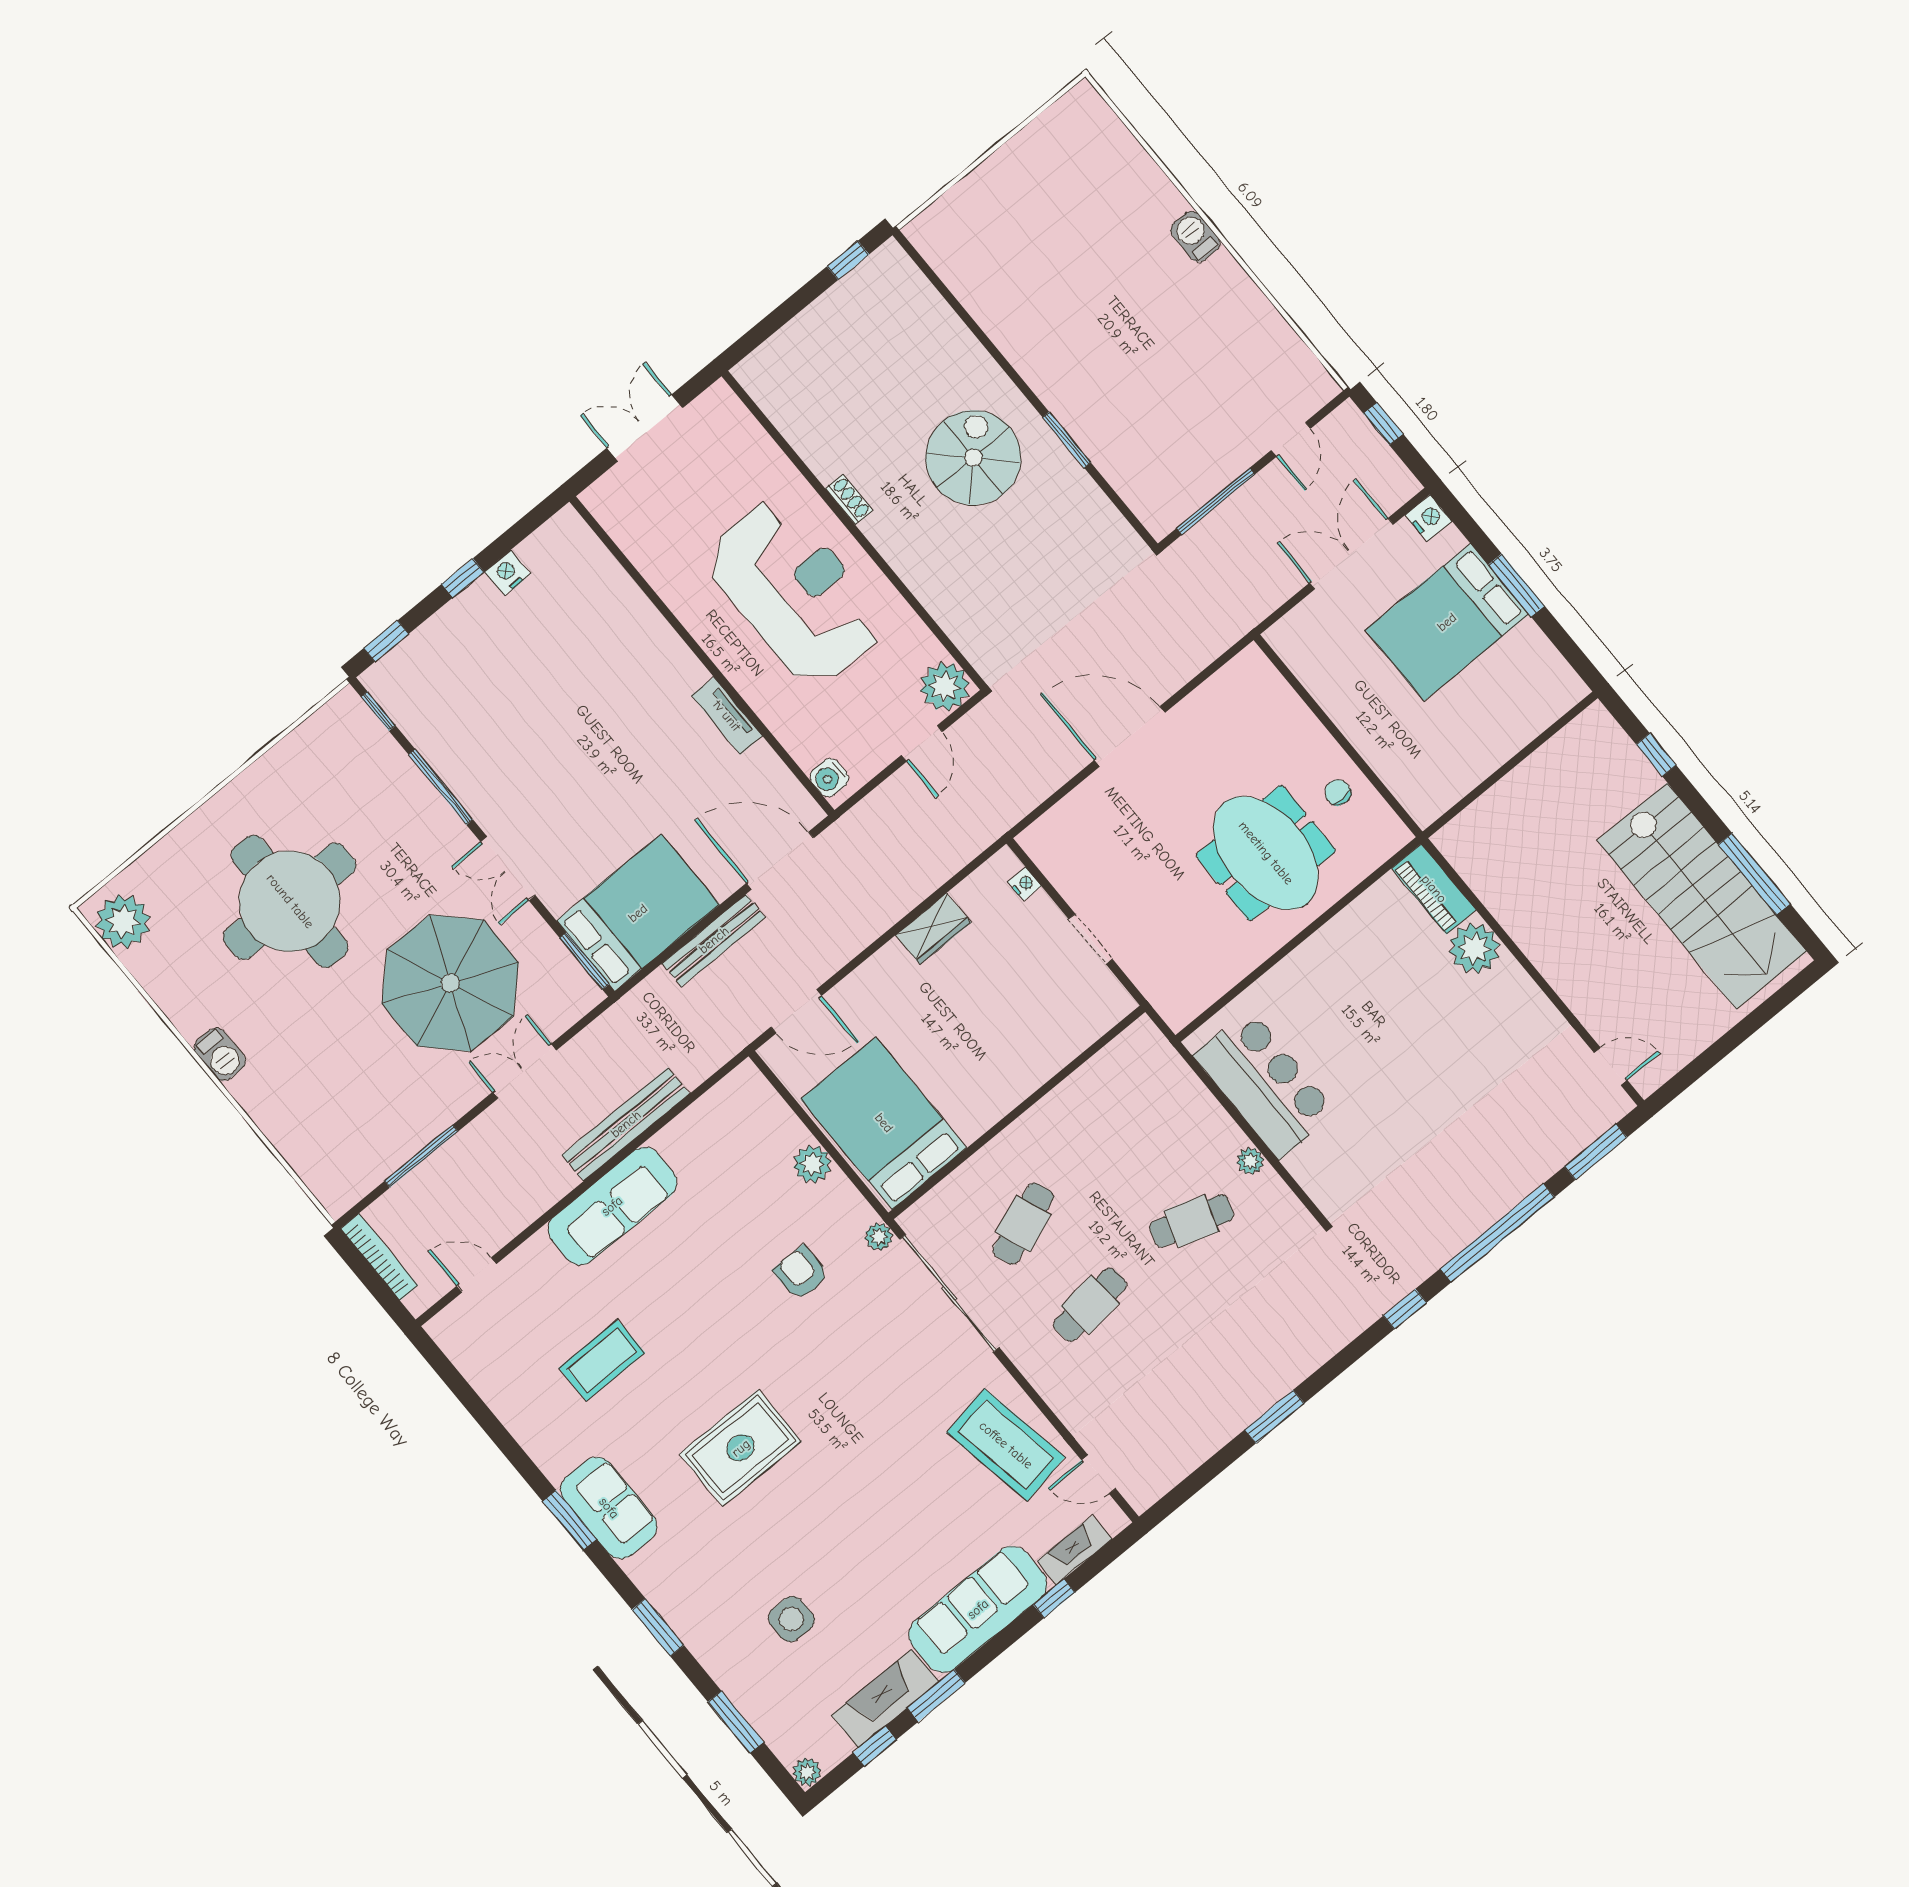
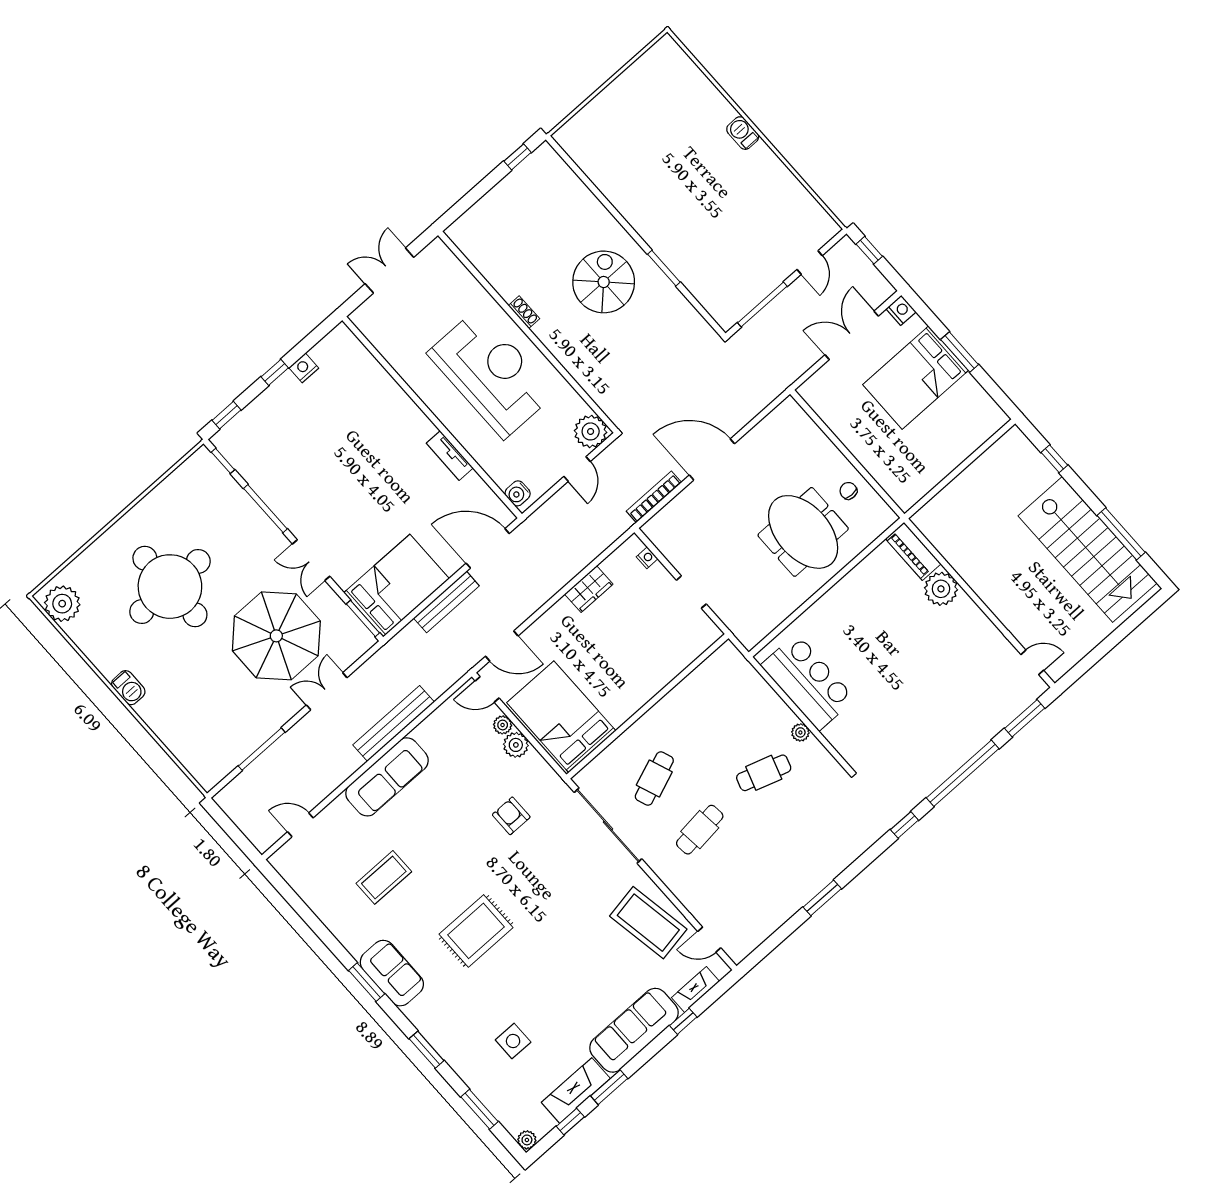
door: (771, 1077) -> (487, 689), added
plant: (879, 1237) -> (503, 725), moved
bookcase: (379, 1257) -> (654, 497), moved, turned -90

